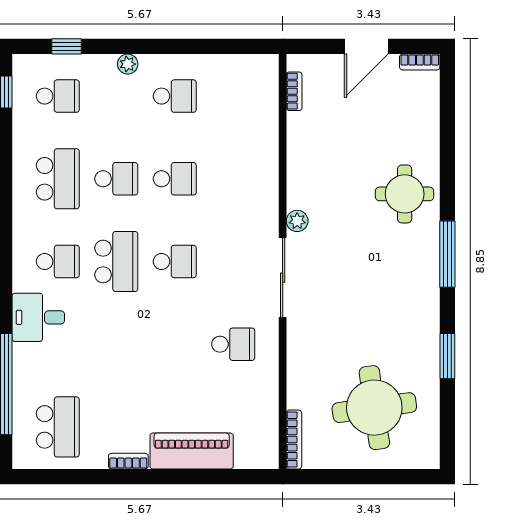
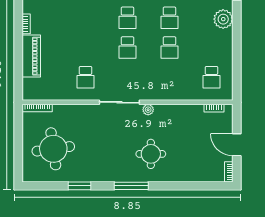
plant: (128, 64) -> (223, 19), width x1.87, depth x1.87
school desk: (175, 96) -> (211, 77), moved
round table: (405, 194) -> (151, 154), moved
school desk: (116, 261) -> (127, 18), width x0.54

